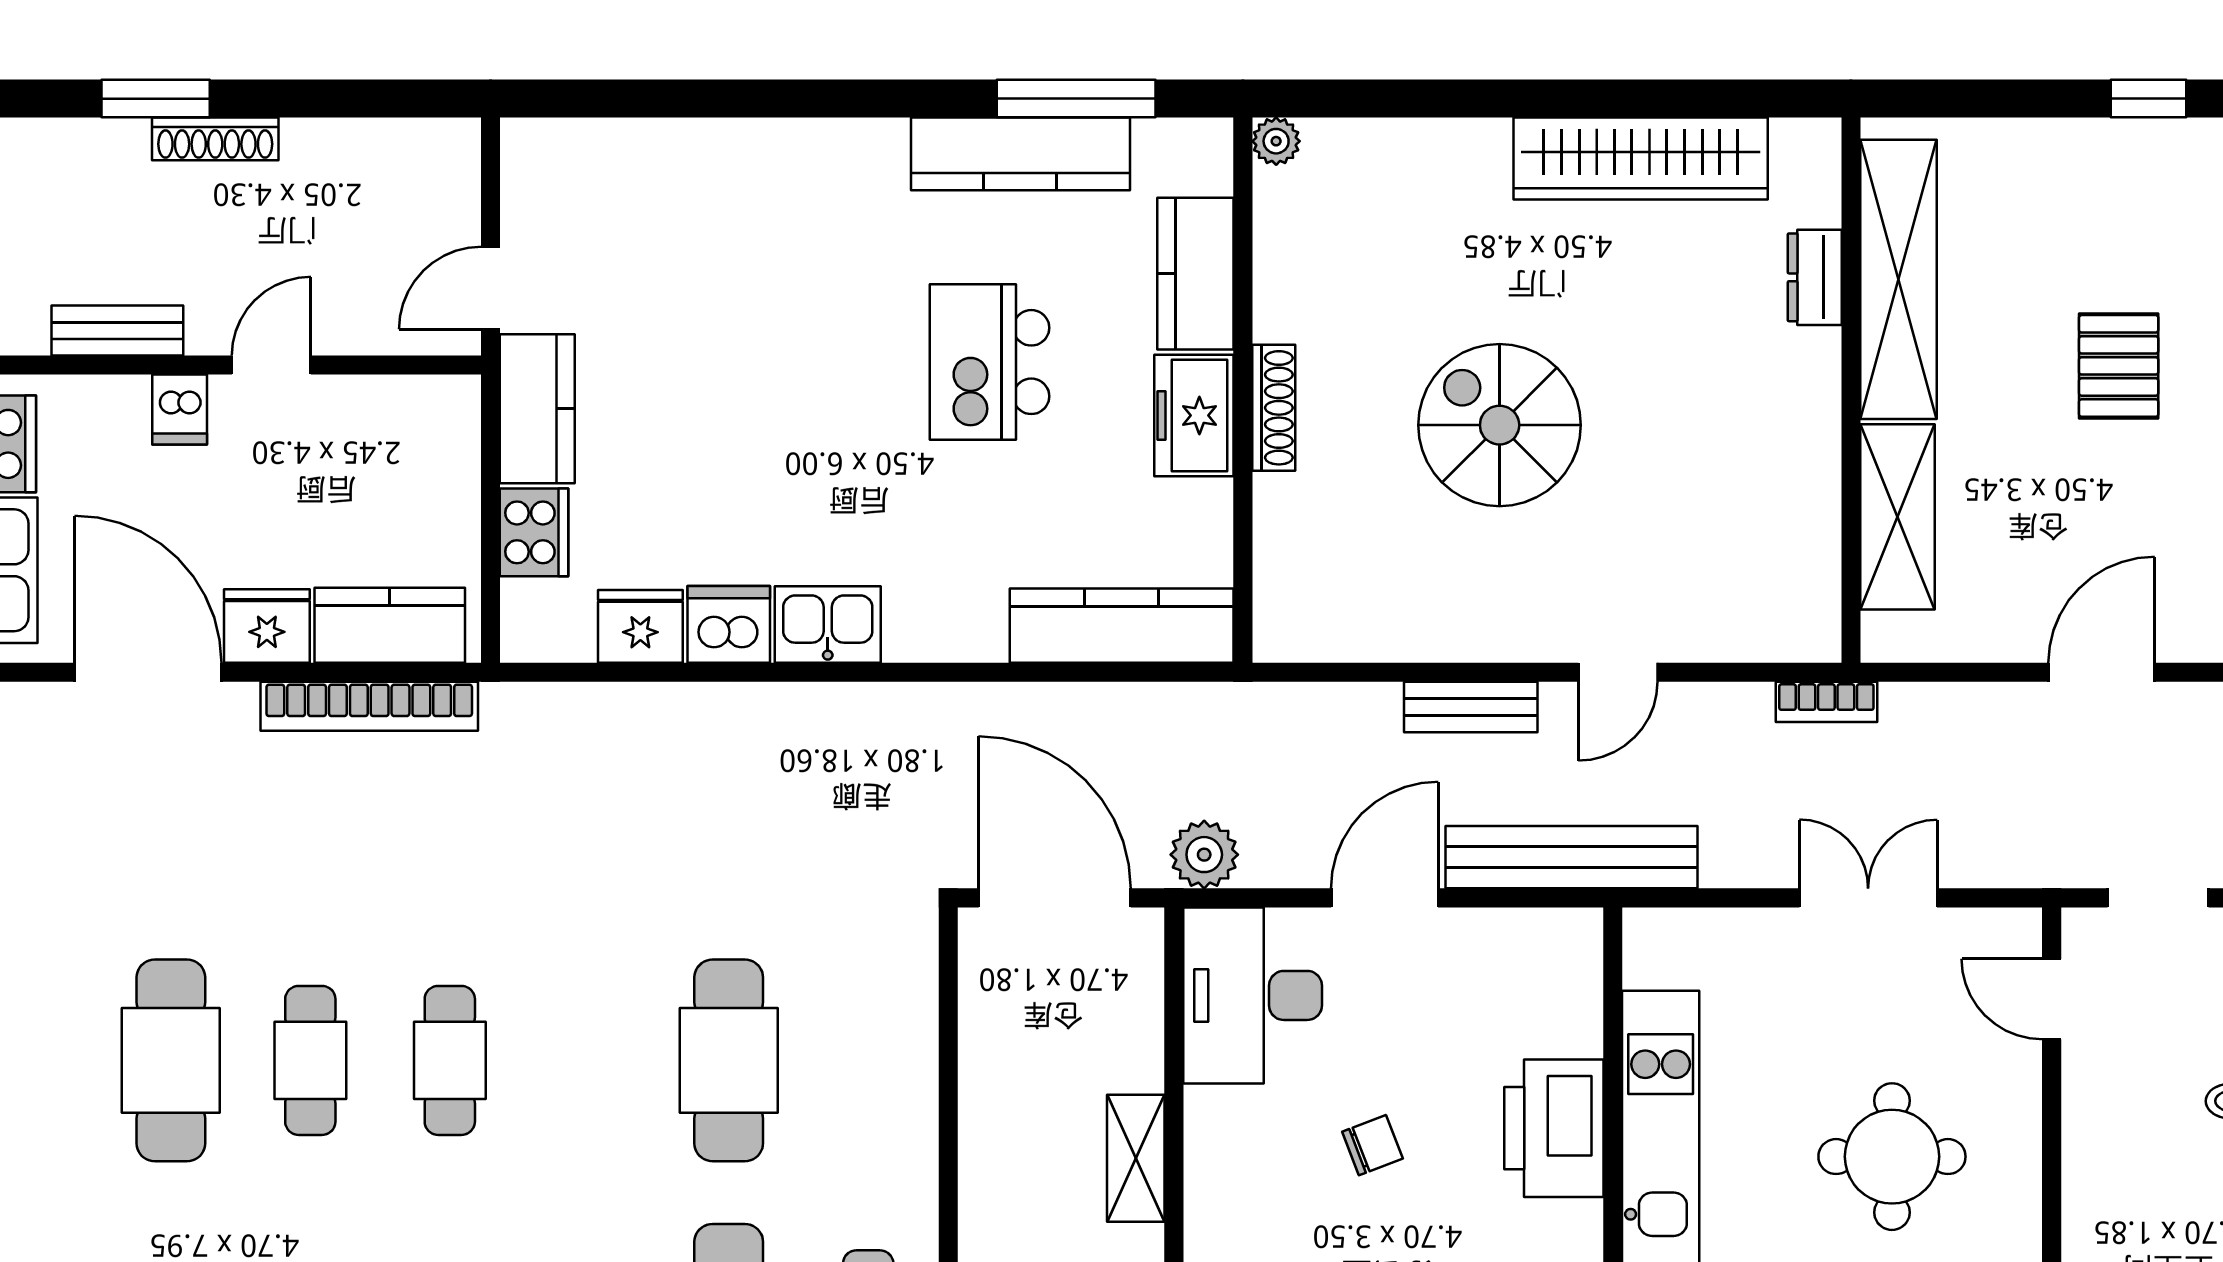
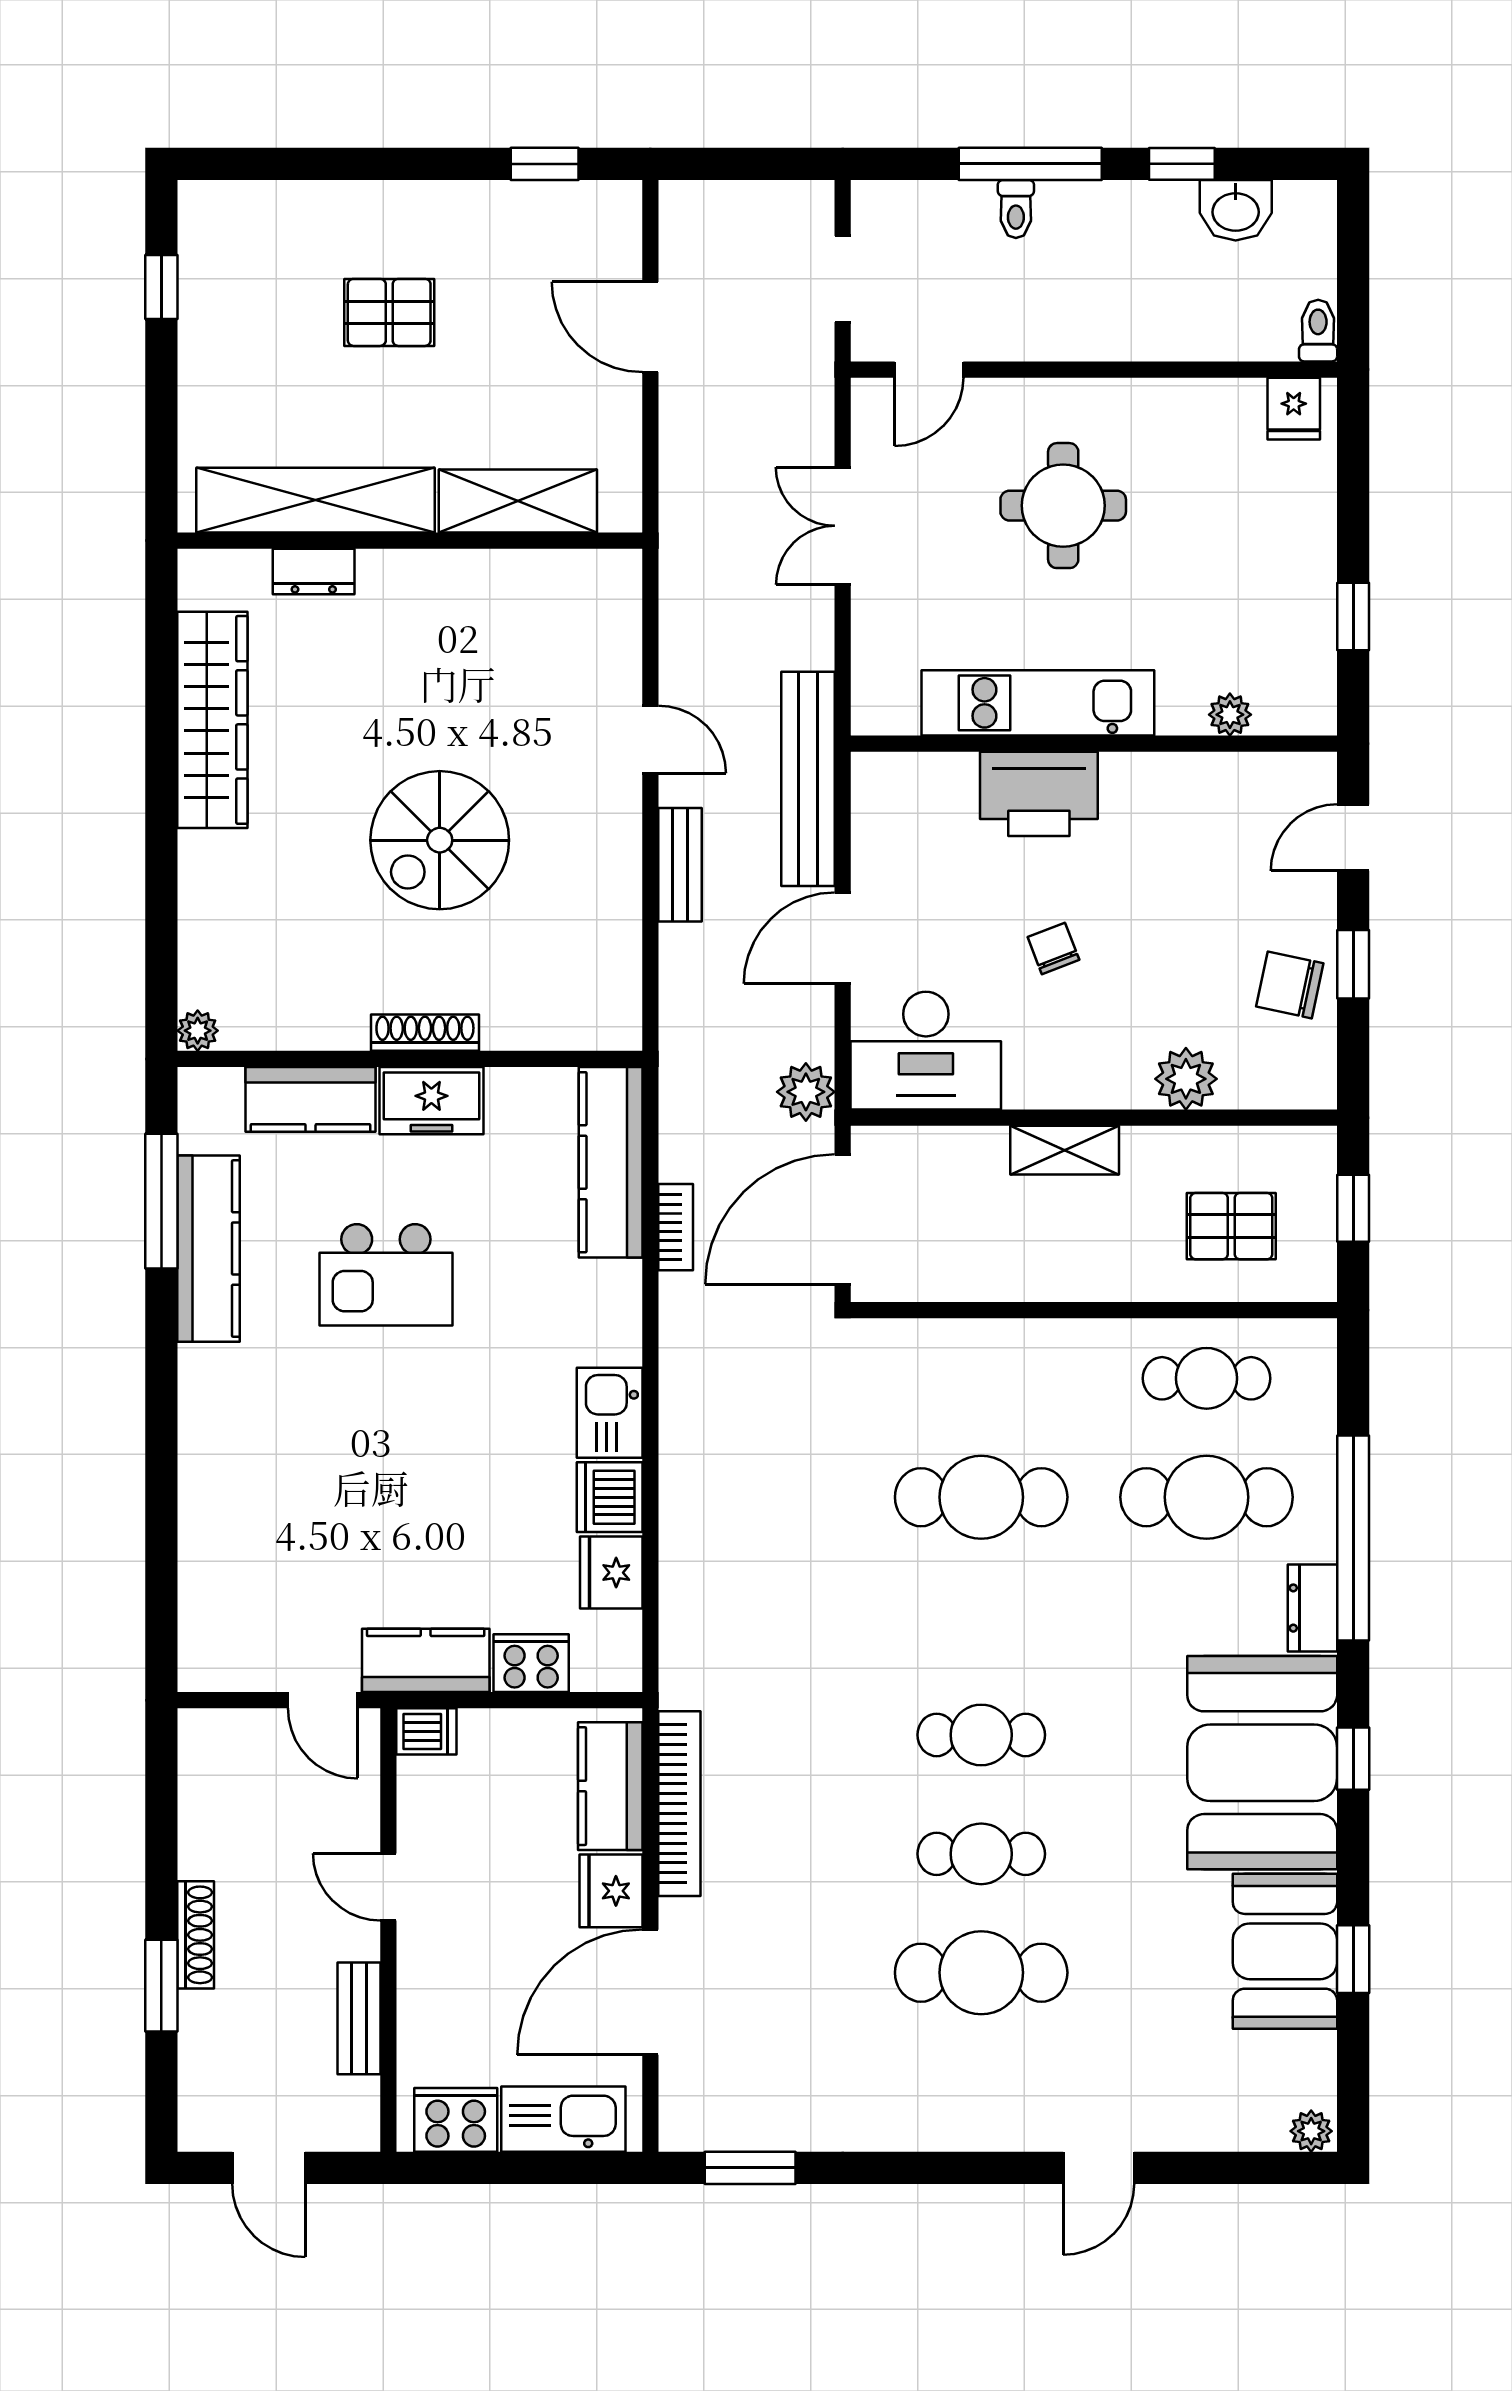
dishwasher: (180, 410) -> (426, 1731), moved
bookcase: (1826, 702) -> (676, 1227), moved
door: (1385, 898) -> (843, 938), hinge flipped

